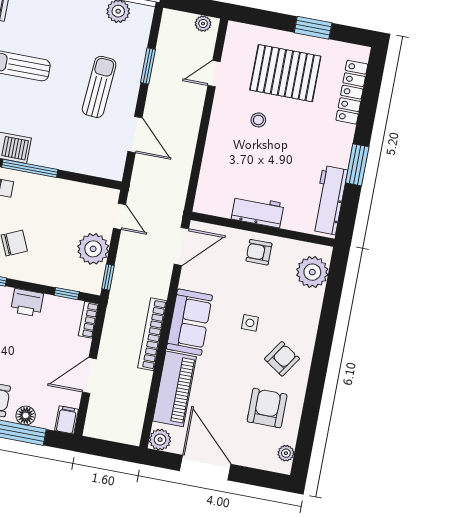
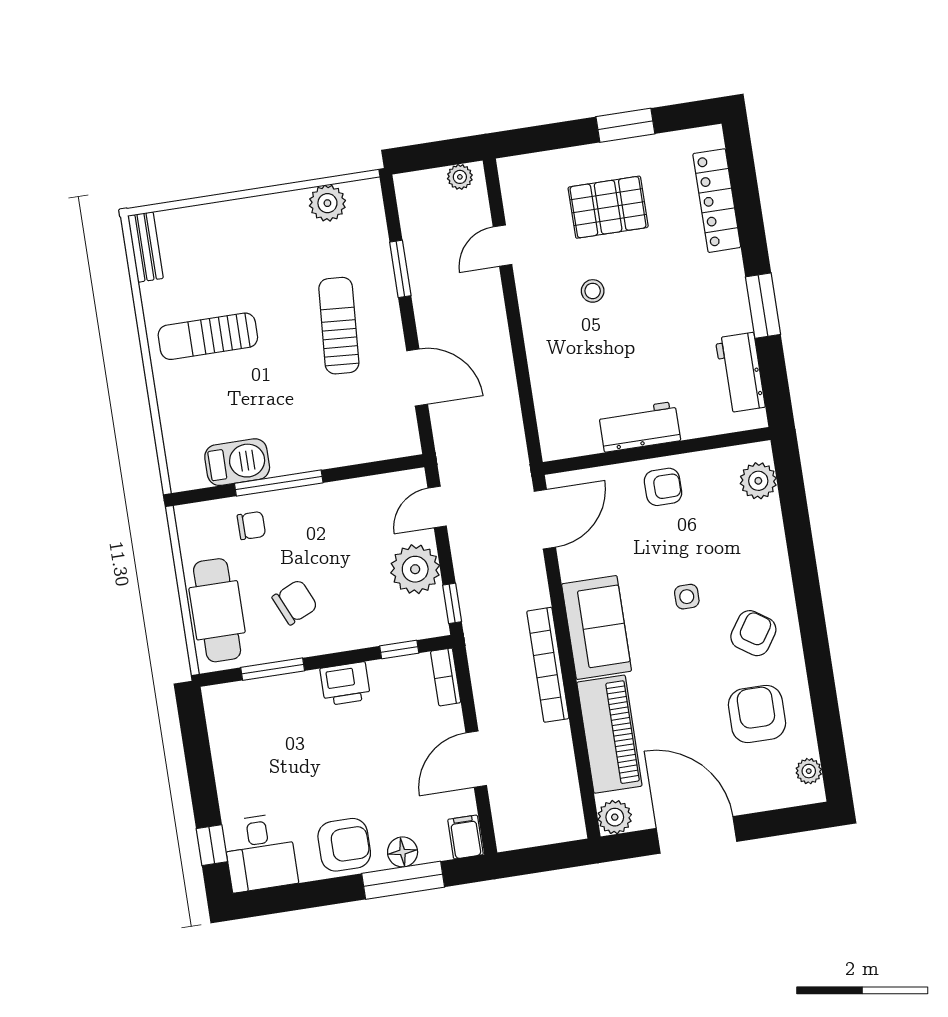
pallet: (285, 73) -> (608, 207), width x0.73, depth x0.71
workbench: (329, 200) -> (740, 373), width x0.73
door: (119, 216) -> (437, 507), swing flipped
armchair: (259, 252) -> (663, 487), turned 180
plant: (312, 272) -> (758, 481), width x0.73, depth x0.73

